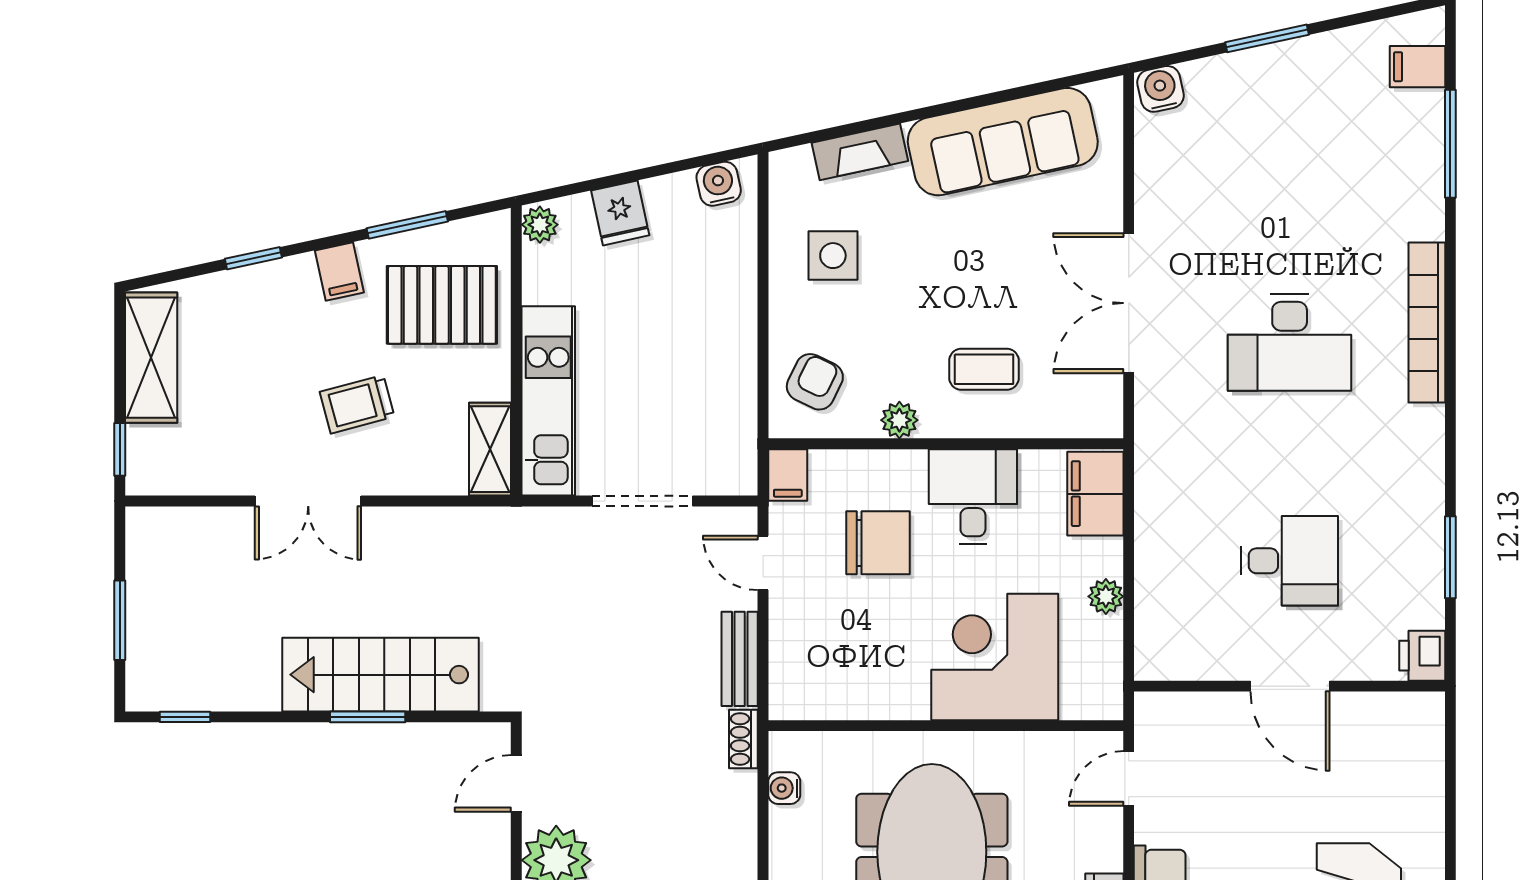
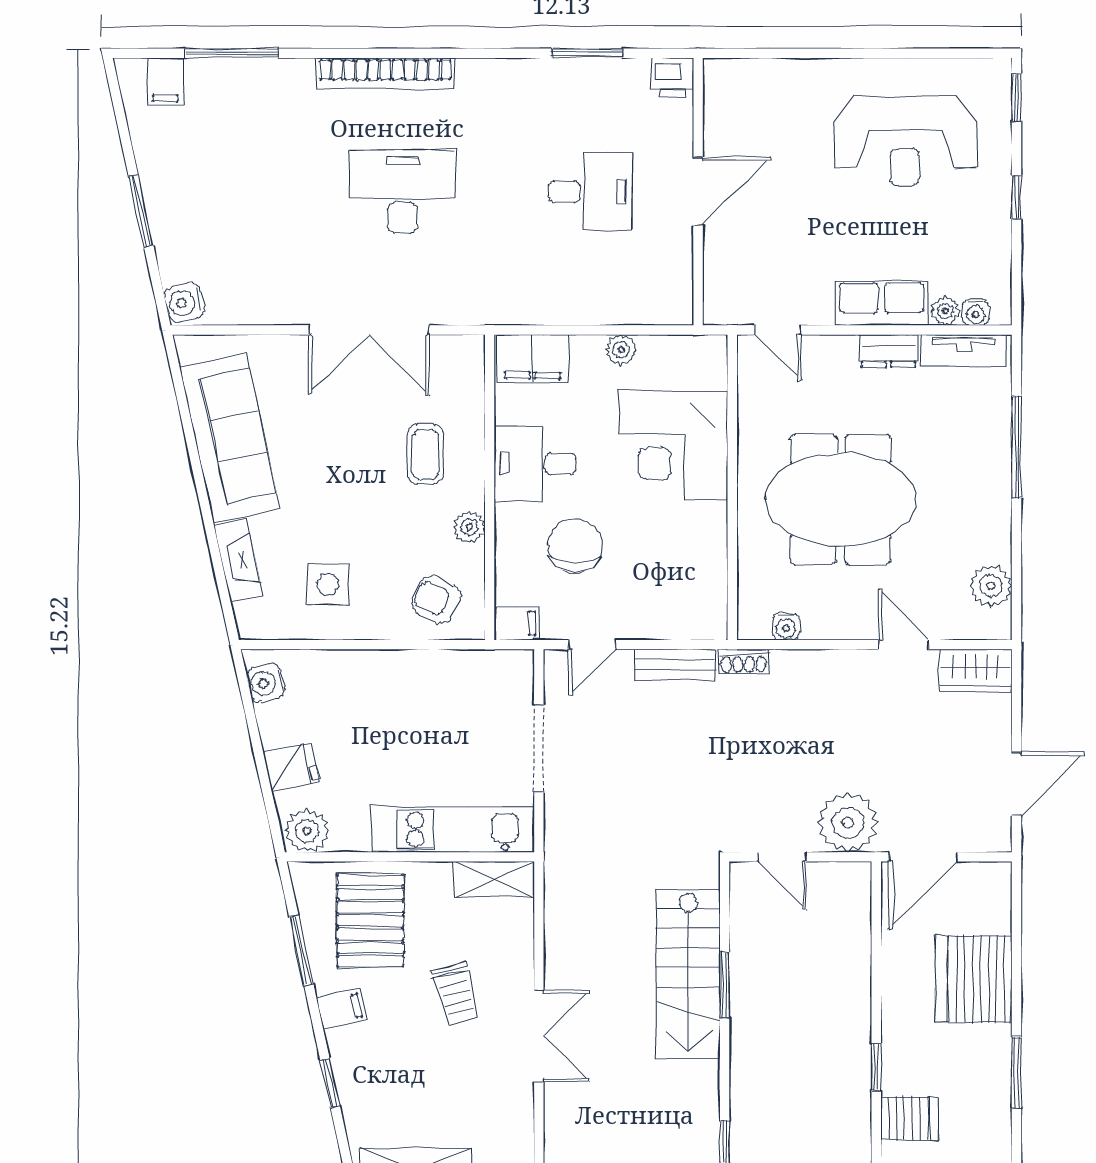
plant: (540, 225) -> (307, 831), width x1.38, depth x1.38
desk: (1290, 342) -> (402, 192), turned -90
desk: (1290, 561) -> (590, 192), turned 90

